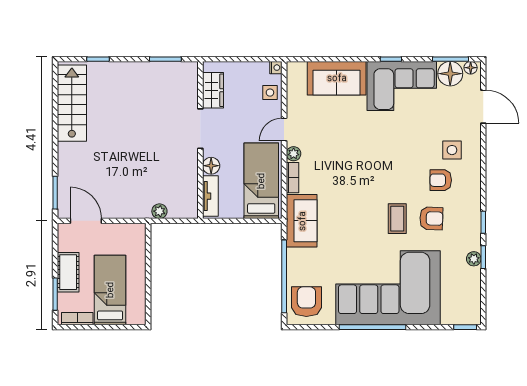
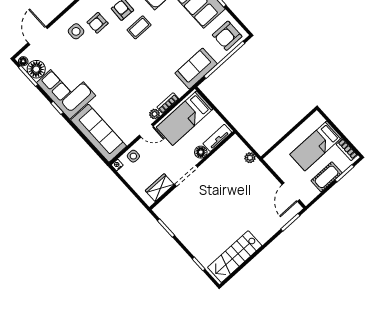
sofa: (337, 78) -> (99, 133), width x1.36
armchair: (441, 180) -> (98, 23), turned 90
sofa: (302, 221) -> (196, 69), moved

